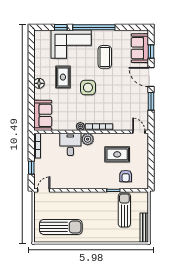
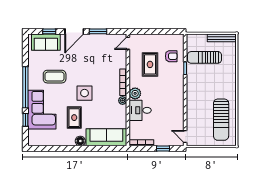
rug: (63, 77) -> (74, 118), turned 90
sofa: (43, 115) -> (106, 137), width x1.36
sun lounger: (61, 227) -> (221, 120), turned 180

